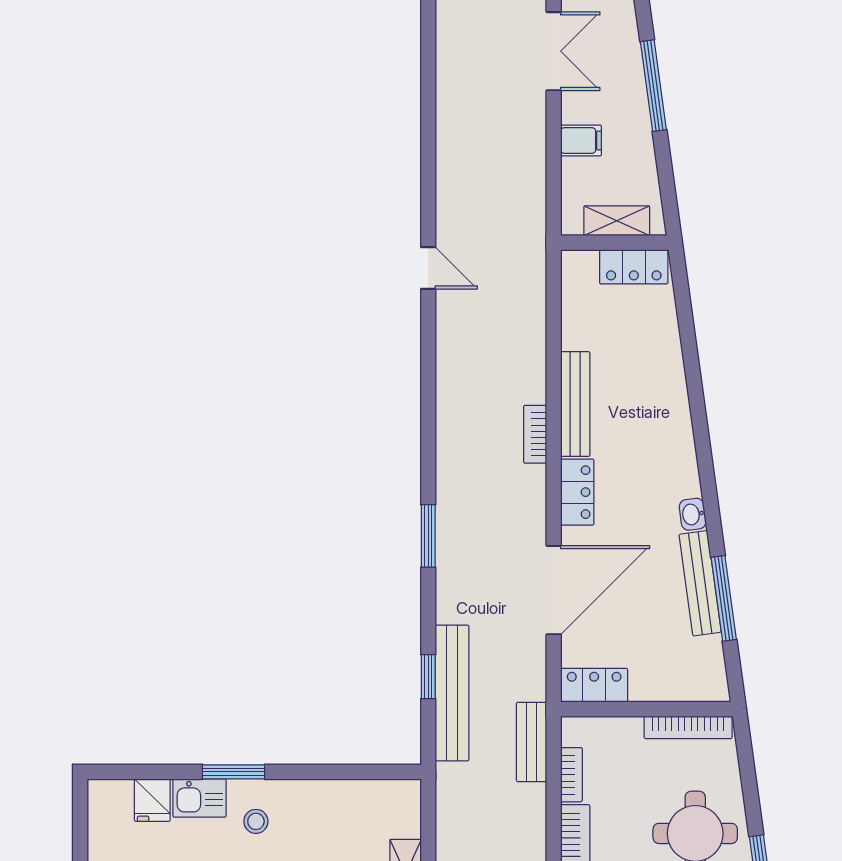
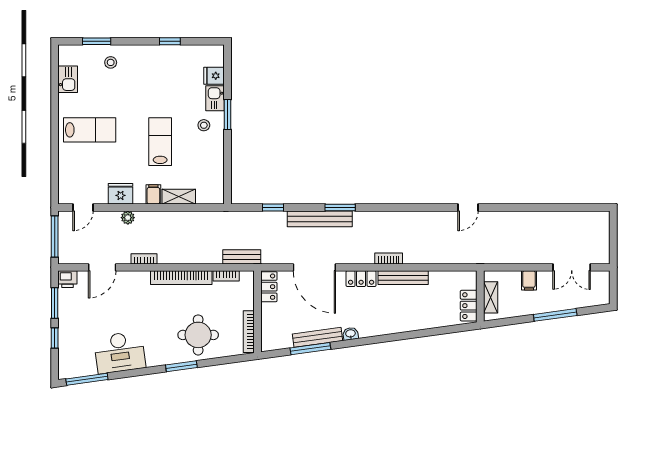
bench: (452, 693) -> (320, 219), moved

